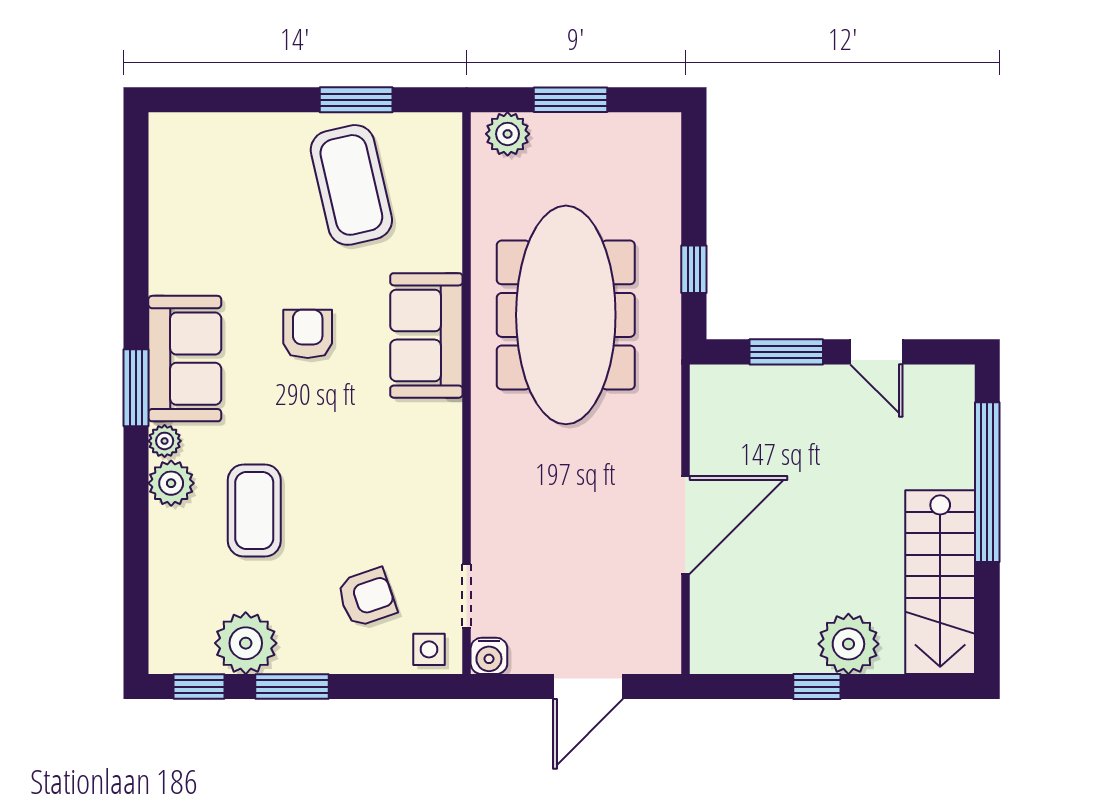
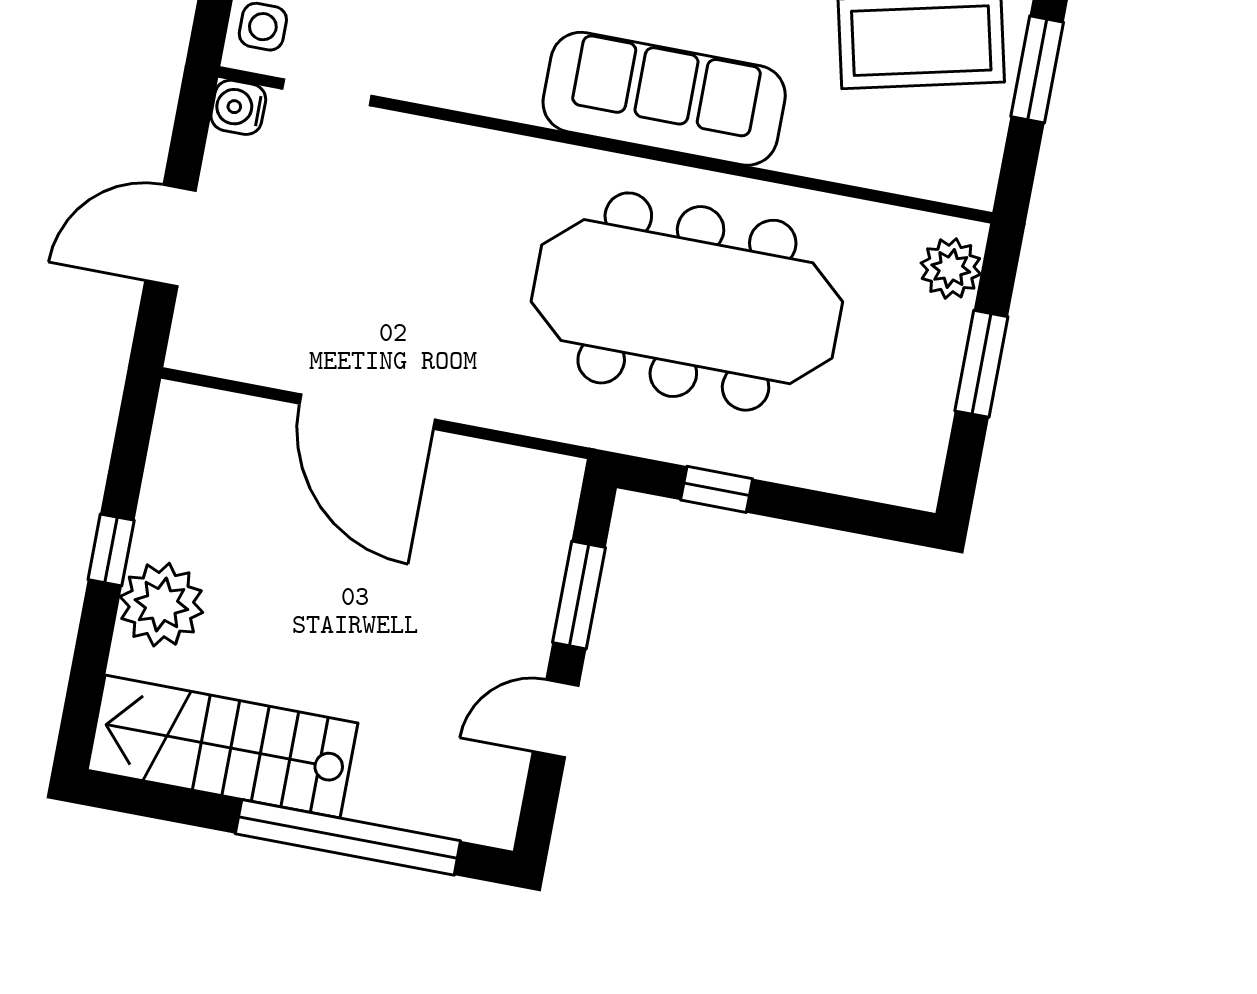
sofa: (426, 335) -> (664, 99), width x1.36
door: (588, 687) -> (170, 236), hinge flipped

